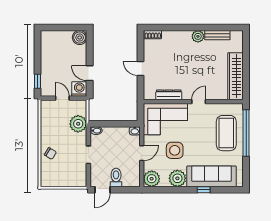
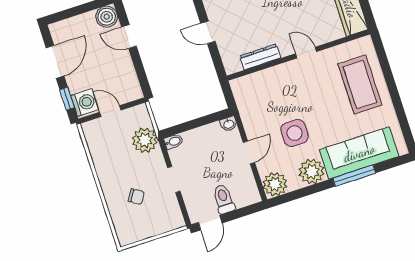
door: (37, 55) -> (55, 62), added
door: (90, 73) -> (129, 37), moved
washing machine: (79, 89) -> (85, 103), moved, turned 90
door: (199, 102) -> (306, 53), hinge flipped
corner sofa: (165, 119) -> (267, 93), removed
window: (246, 133) -> (388, 75), removed
chair: (50, 154) -> (136, 197), moved
window: (204, 190) -> (354, 176), width x2.17

